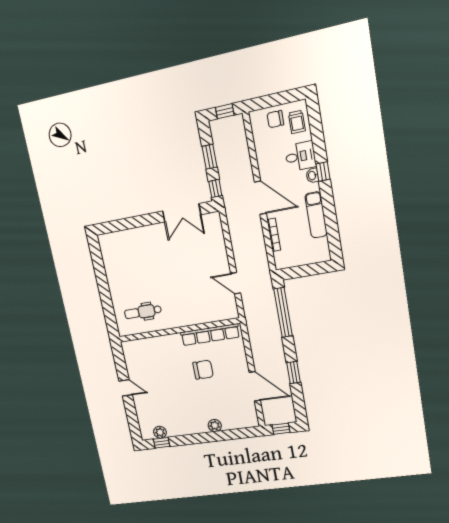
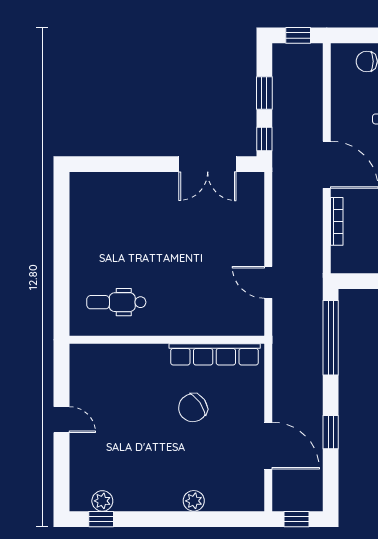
chair: (203, 370) -> (193, 408), turned 145

